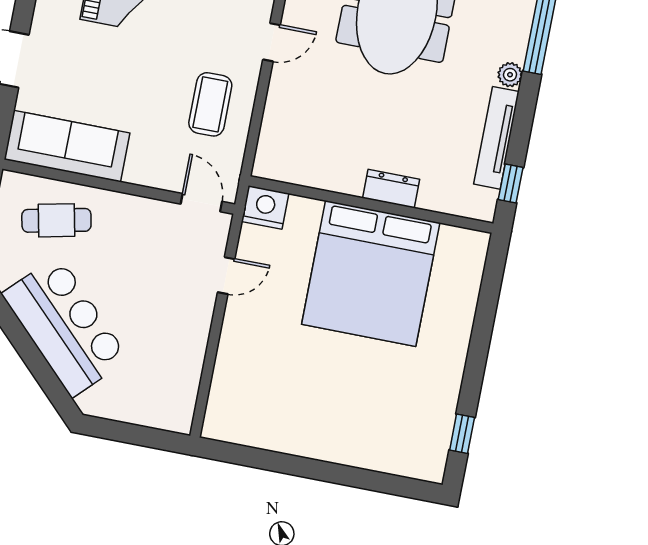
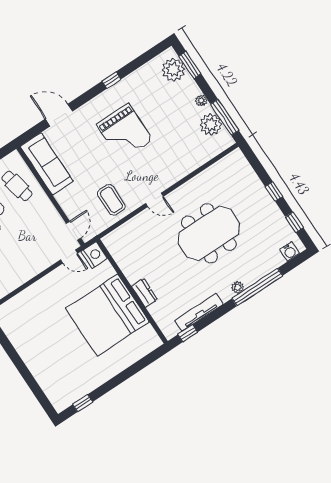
plant: (510, 75) -> (238, 287), moved
coffee table: (210, 104) -> (111, 200), turned 90
door: (226, 276) -> (69, 256), moved

